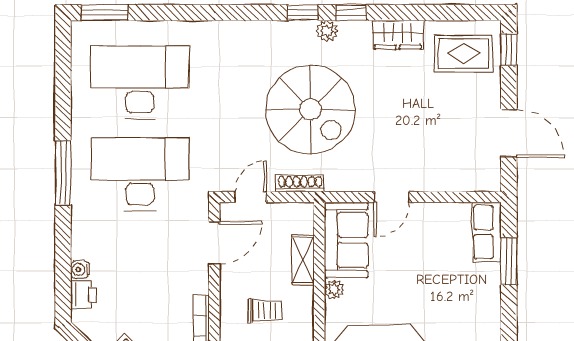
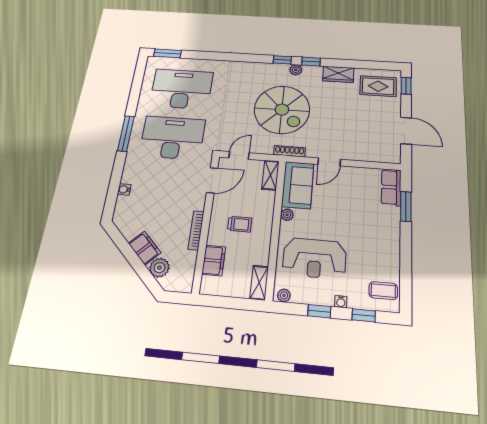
shoe rack: (300, 184) -> (290, 151), moved
shelving: (303, 260) -> (270, 175), moved
printer: (83, 295) -> (123, 205), removed

